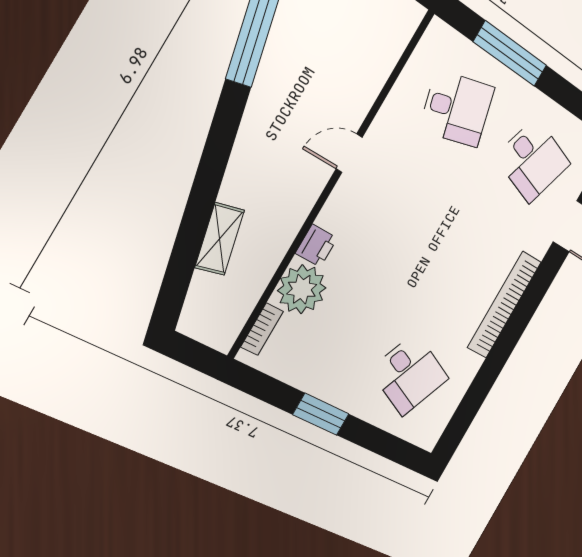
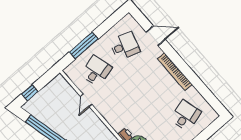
door: (349, 153) -> (86, 100), moved
desk: (409, 374) -> (186, 116), turned -39

